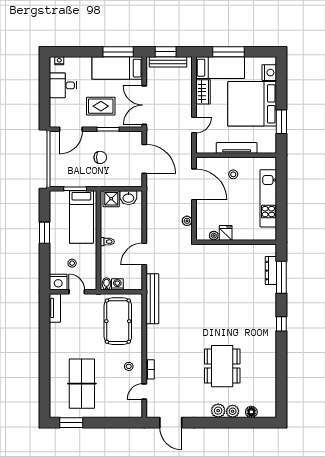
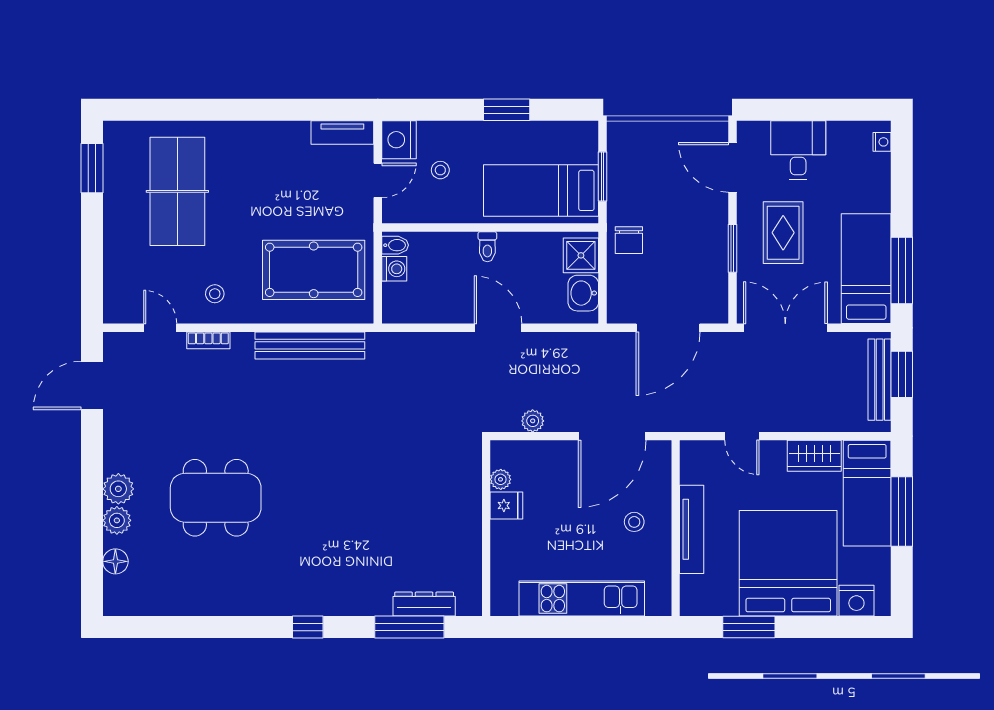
desk: (63, 85) -> (798, 150), moved
chair: (100, 157) -> (629, 240), moved
door: (144, 254) -> (498, 328), moved
bench: (152, 299) -> (310, 345), moved
table tennis table: (82, 384) -> (177, 191), turned 90

